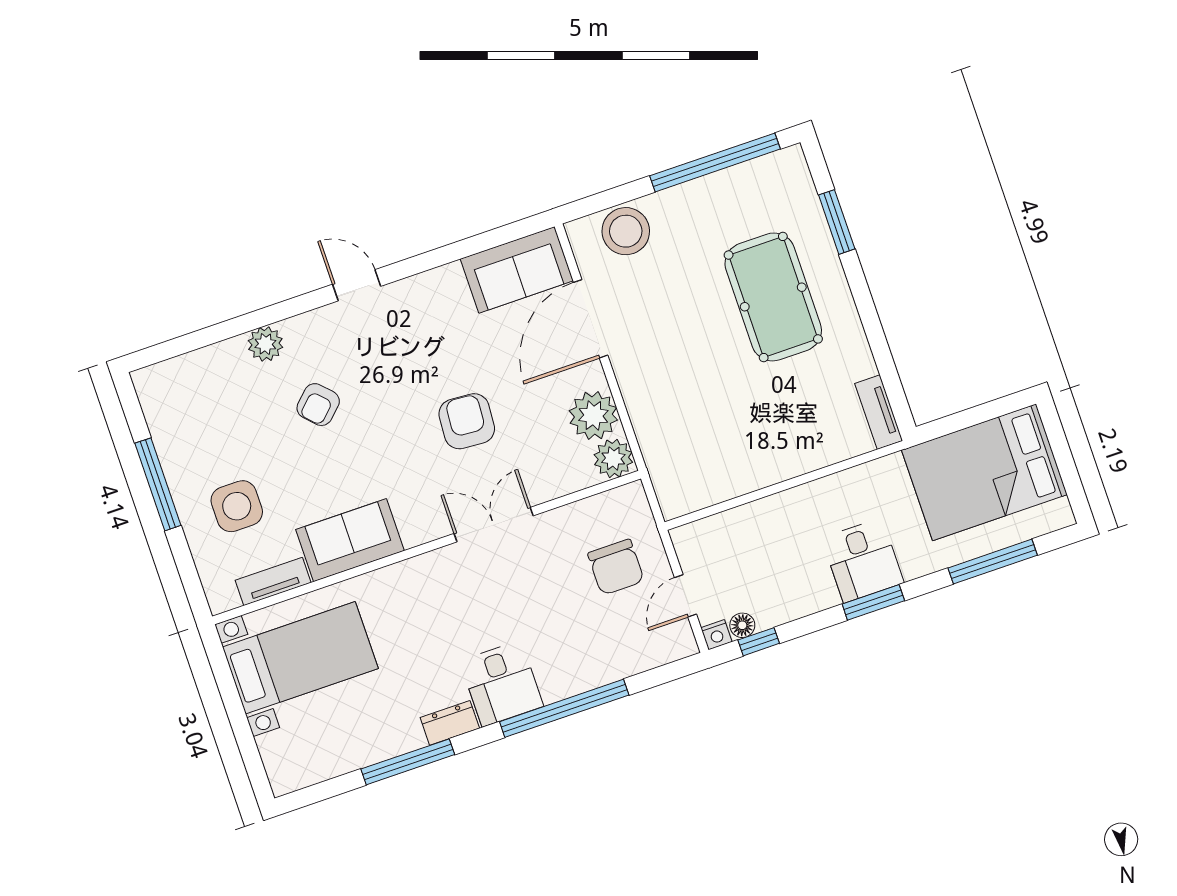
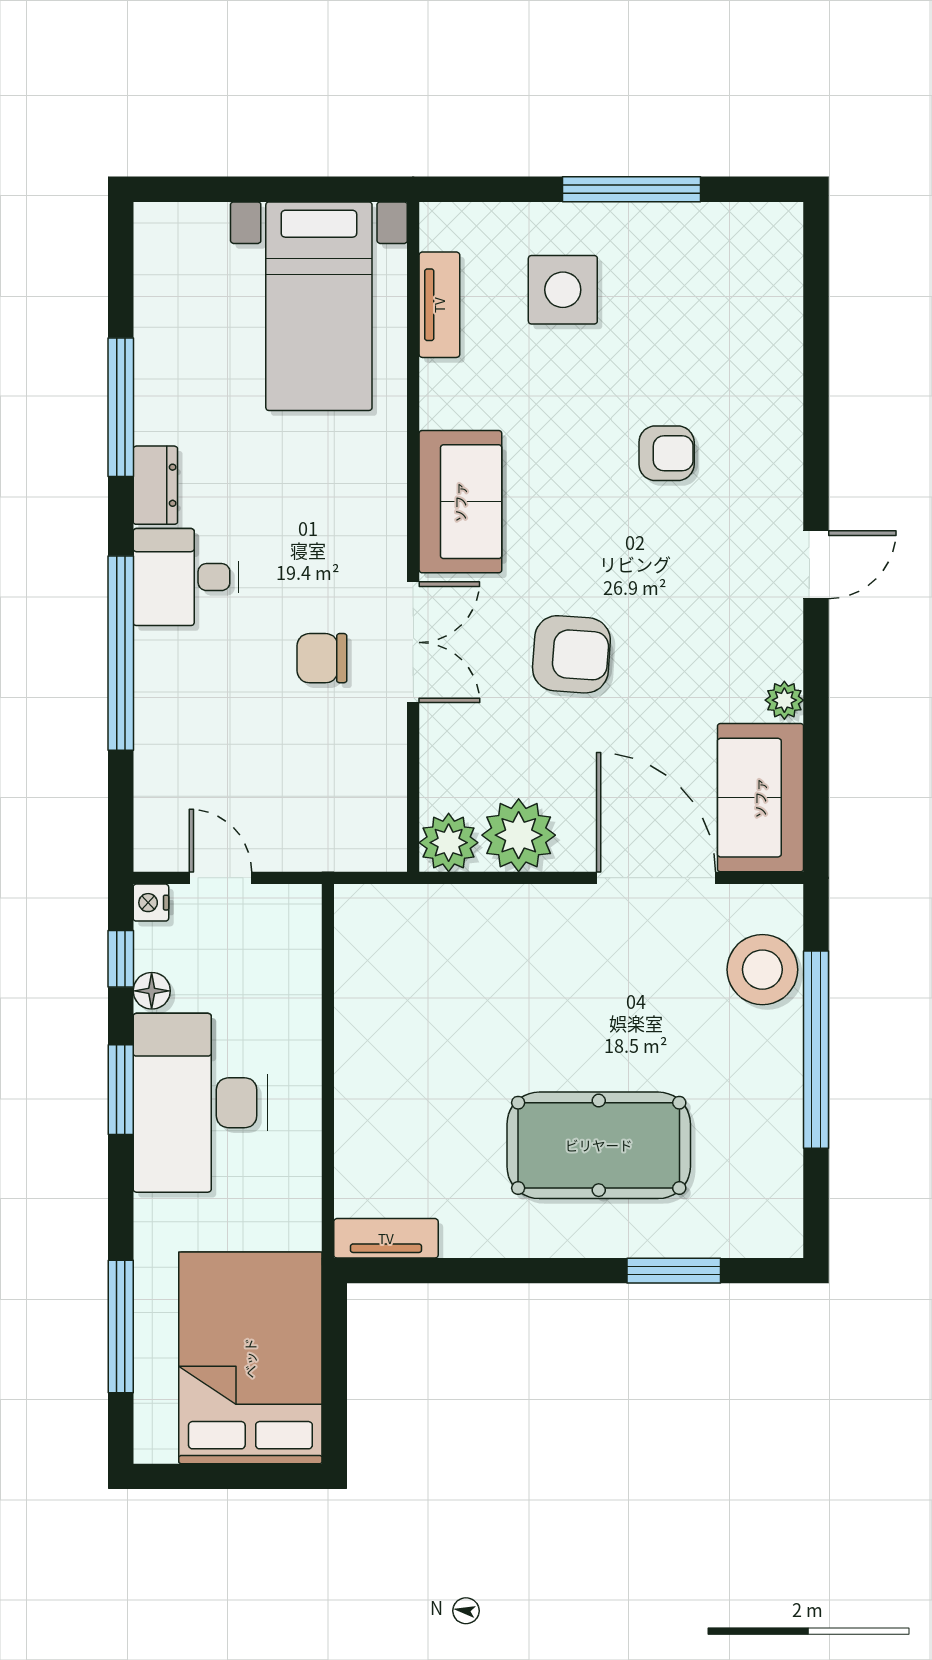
window: (715, 162) -> (816, 1050), moved
plant: (265, 344) -> (784, 700), moved, width x0.73, depth x0.73
armchair: (318, 405) -> (667, 453), turned 134
sofa: (350, 540) -> (460, 502), moved
desk: (863, 560) -> (200, 1103), width x1.87, depth x1.30
chair: (616, 567) -> (322, 658), moved, width x0.73, depth x0.73
window: (873, 602) -> (121, 1090), moved
floor lamp: (742, 625) -> (152, 991), moved

